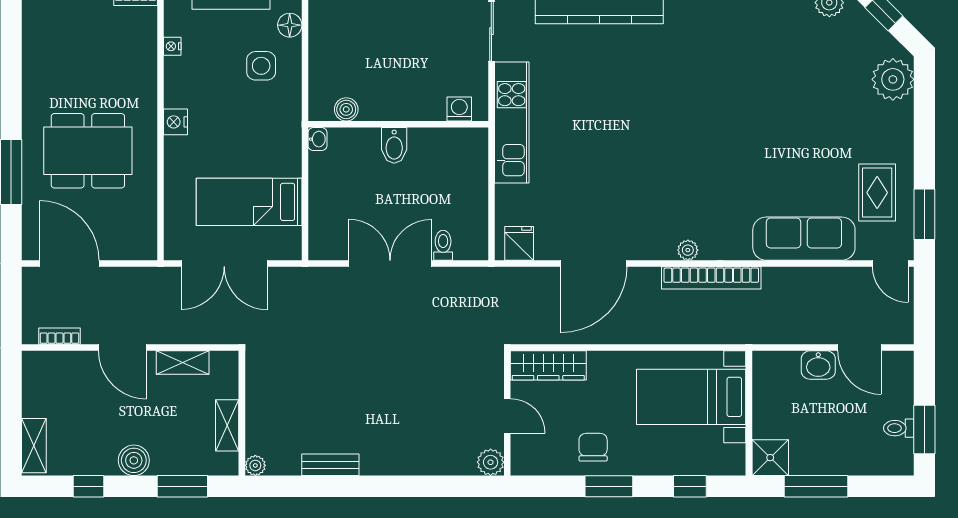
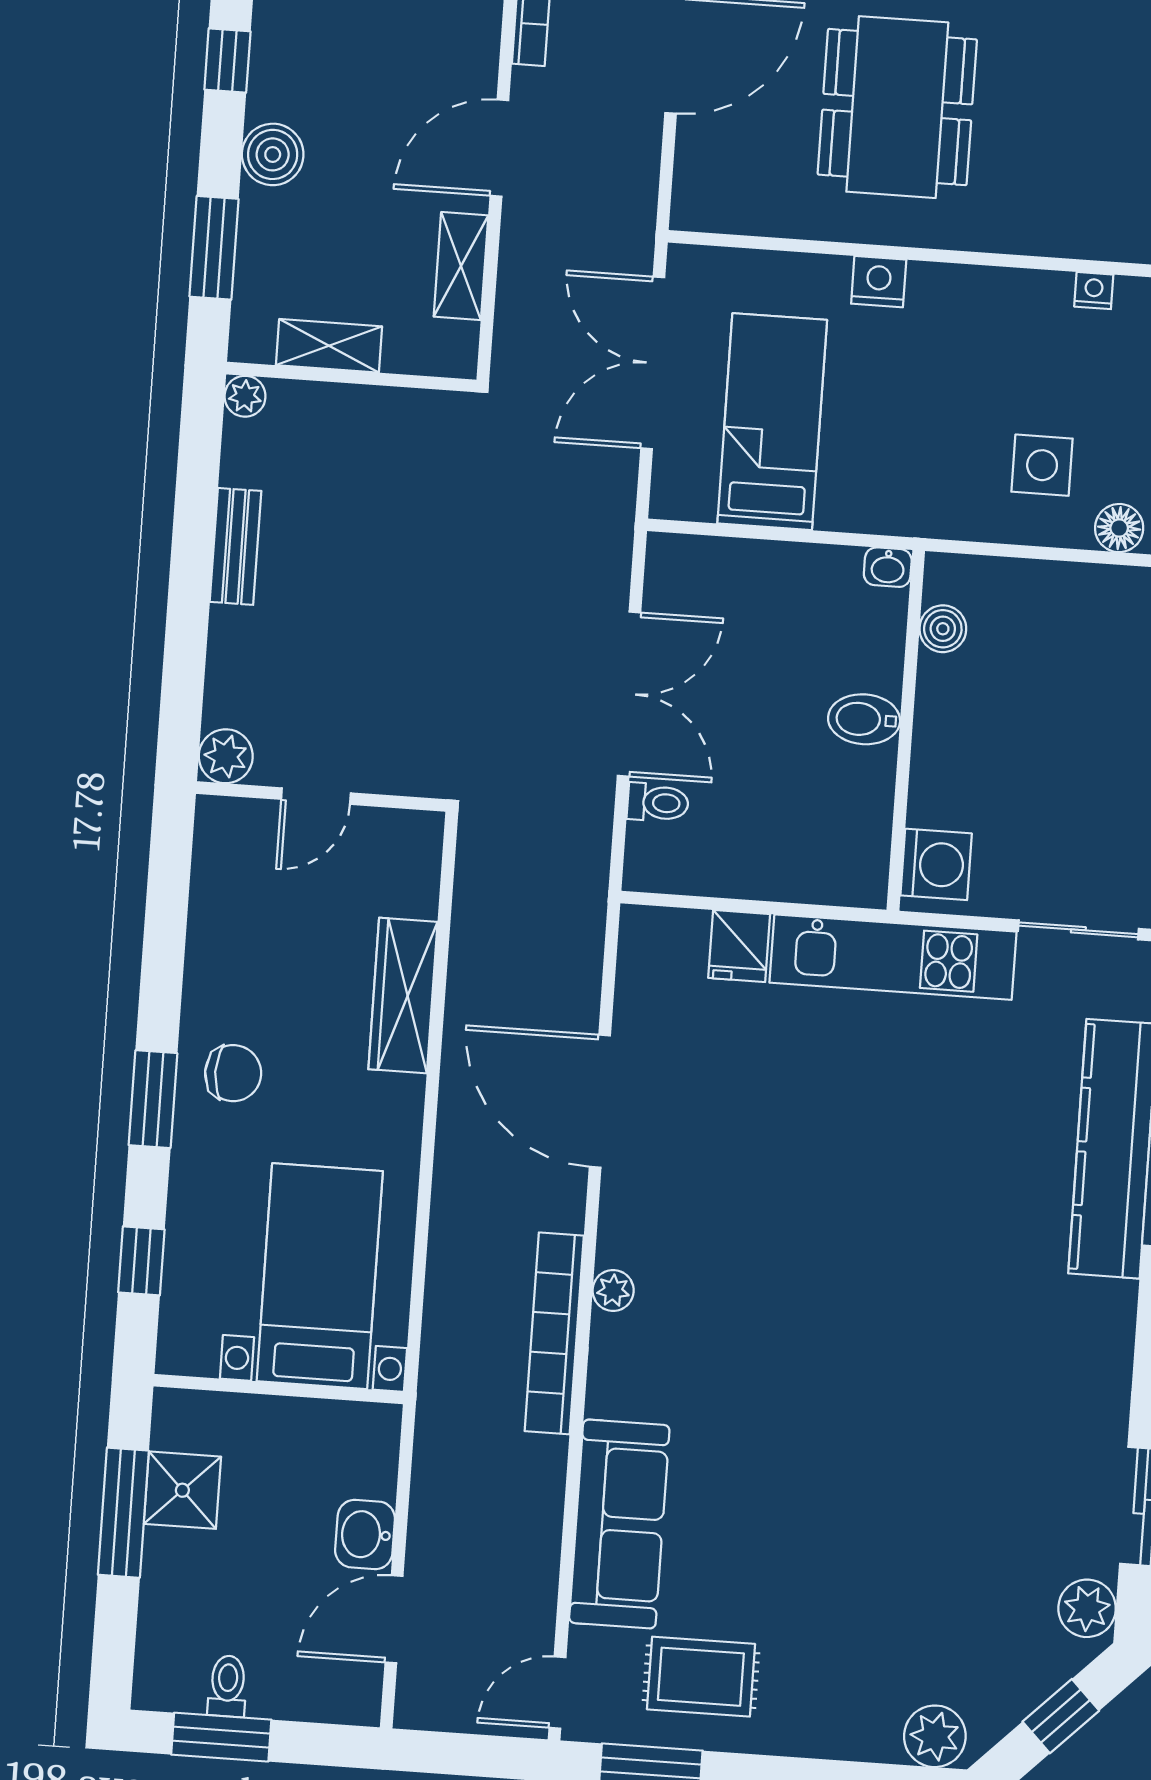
plant: (893, 79) -> (935, 1736), width x0.73, depth x0.73
washing machine: (459, 109) -> (936, 864), width x1.38, depth x1.38
nightstand: (176, 122) -> (879, 282), moved
fridge: (519, 243) -> (739, 946), moved, turned 90
wall: (507, 413) -> (321, 797), moved
door: (507, 416) -> (316, 796), moved
shower: (770, 458) -> (182, 1490), moved
plant: (491, 462) -> (226, 756), moved

